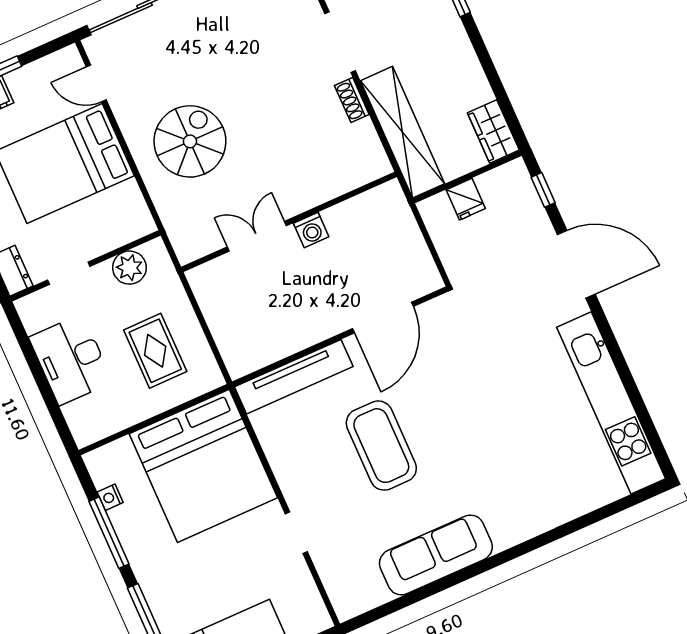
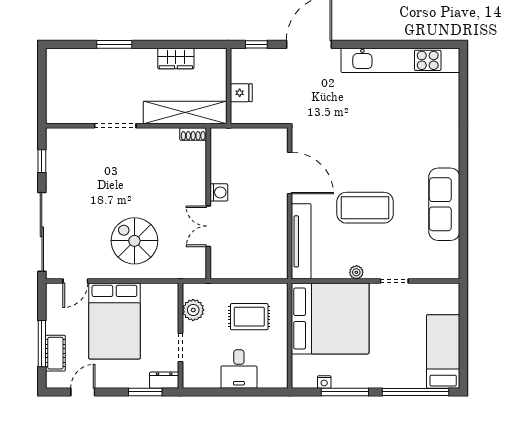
shoe rack: (352, 100) -> (193, 134), moved
wardrobe: (493, 131) -> (176, 59), moved
desk: (71, 360) -> (239, 369), width x0.73
plant: (285, 474) -> (356, 272), added

